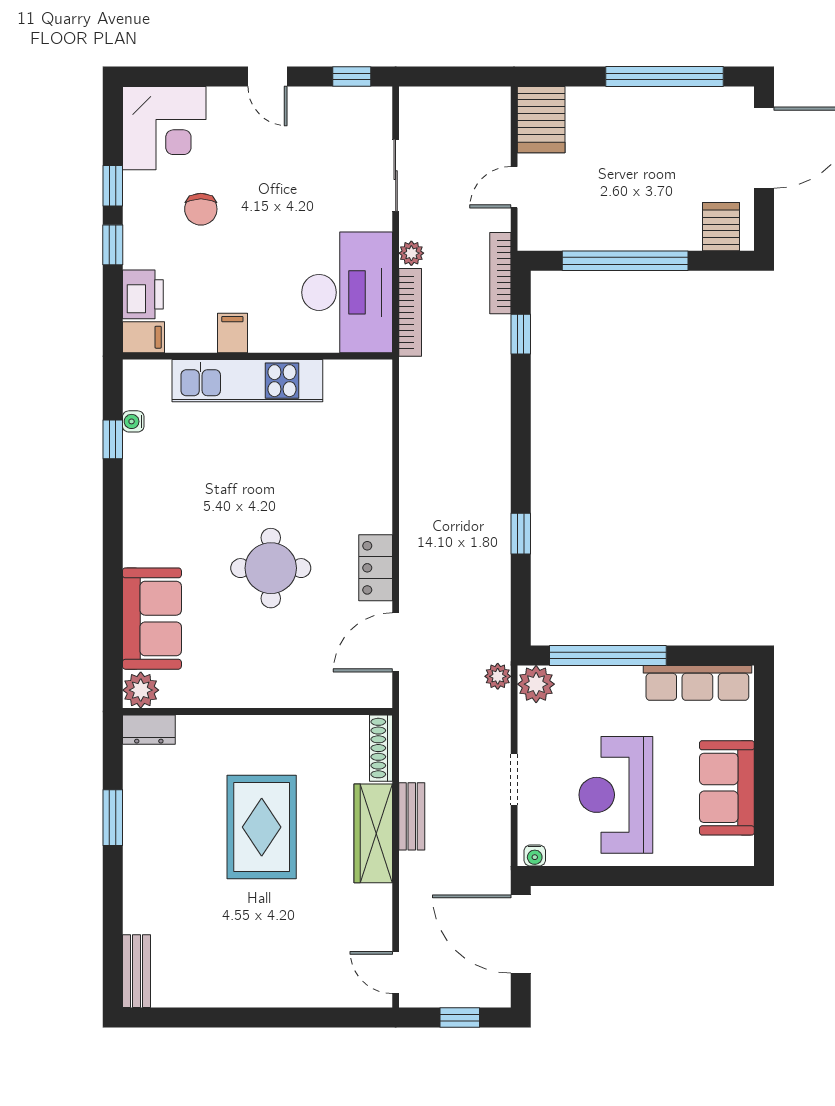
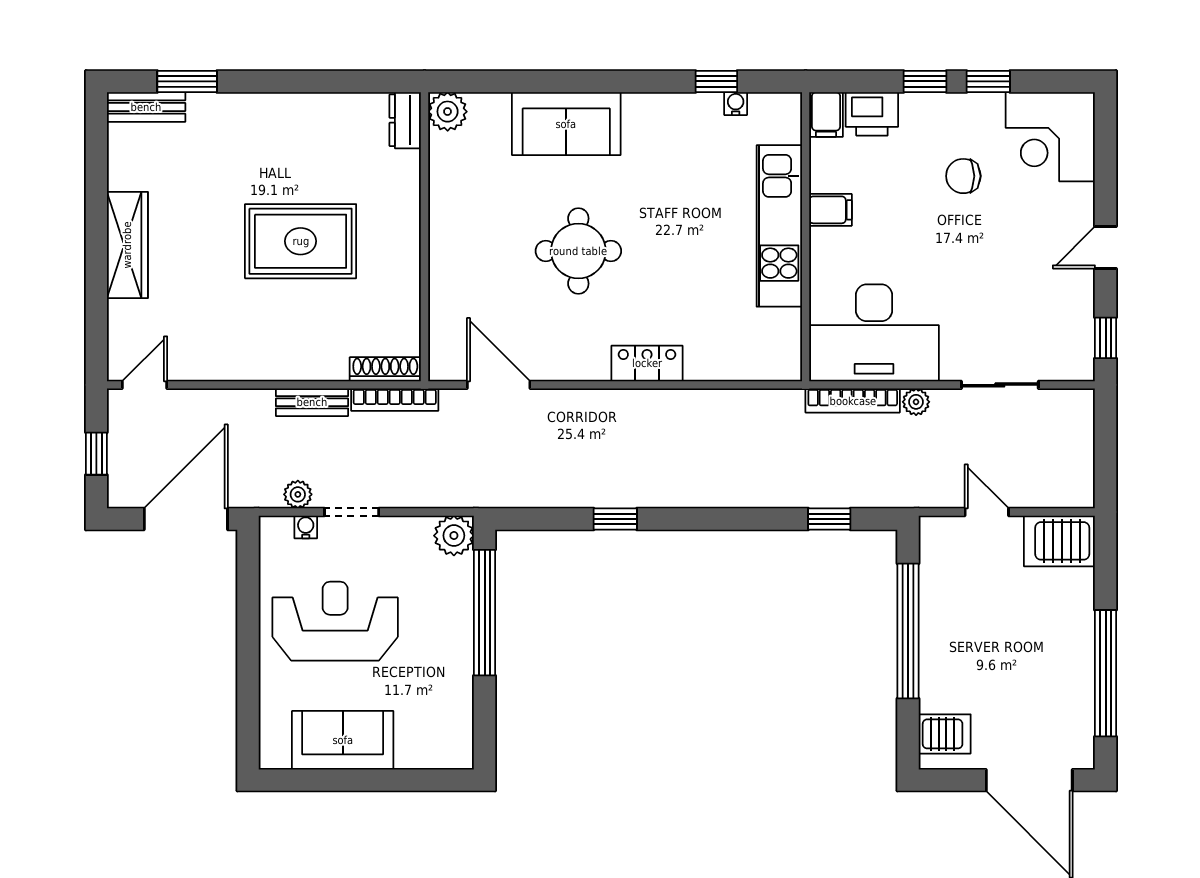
bookcase: (500, 273) -> (395, 400), moved, turned 180
locker: (376, 568) -> (647, 363), moved
sofa: (152, 619) -> (566, 124), moved
plant: (498, 676) -> (298, 494), moved
row of seats: (697, 683) -> (455, 709), removed
window: (113, 818) -> (187, 81), moved
wardrobe: (373, 833) -> (127, 245), moved, turned 90
water cooler: (535, 855) -> (306, 527), moved, turned 90

